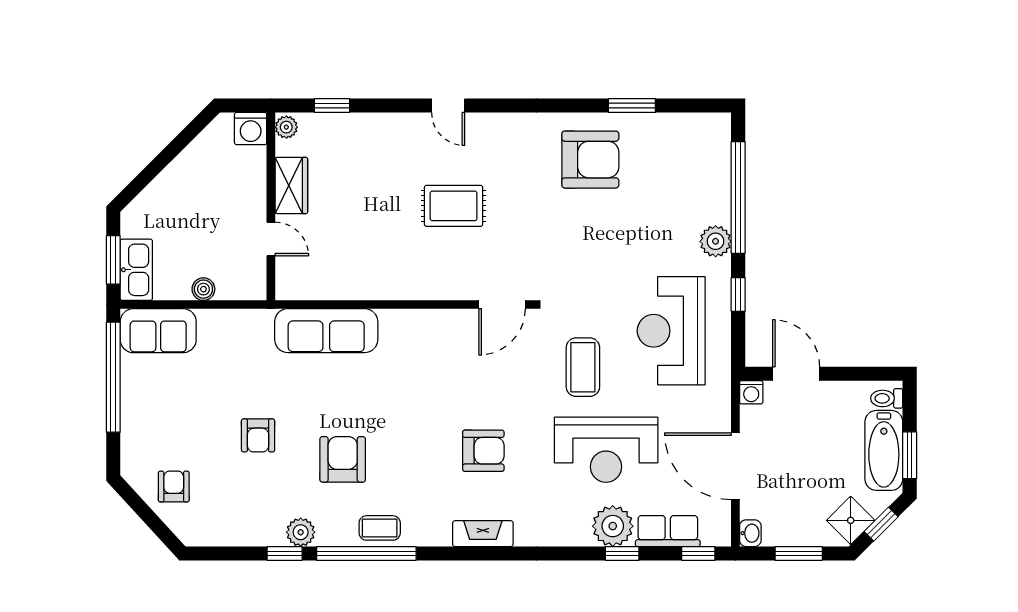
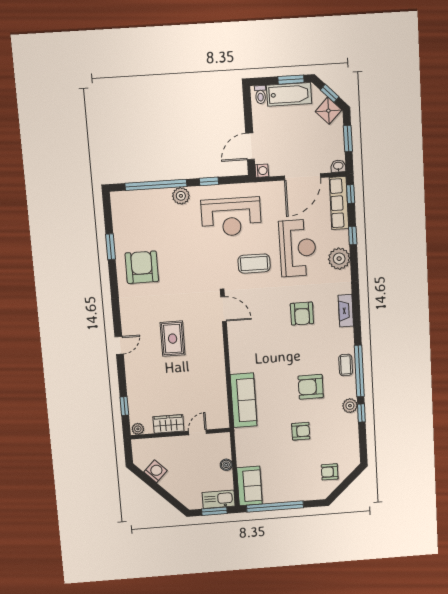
washing machine: (251, 129) -> (156, 471), moved, turned -45
armchair: (483, 451) -> (302, 314), turned 180
plant: (613, 526) -> (339, 259), moved
row of seats: (668, 531) -> (339, 203), width x1.48

